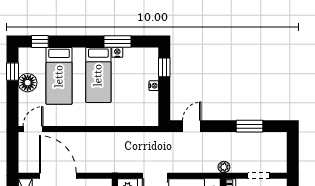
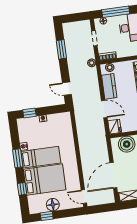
window: (40, 41) -> (22, 189), moved
window: (118, 41) -> (18, 158), moved
bed: (59, 76) -> (45, 179), width x1.50

